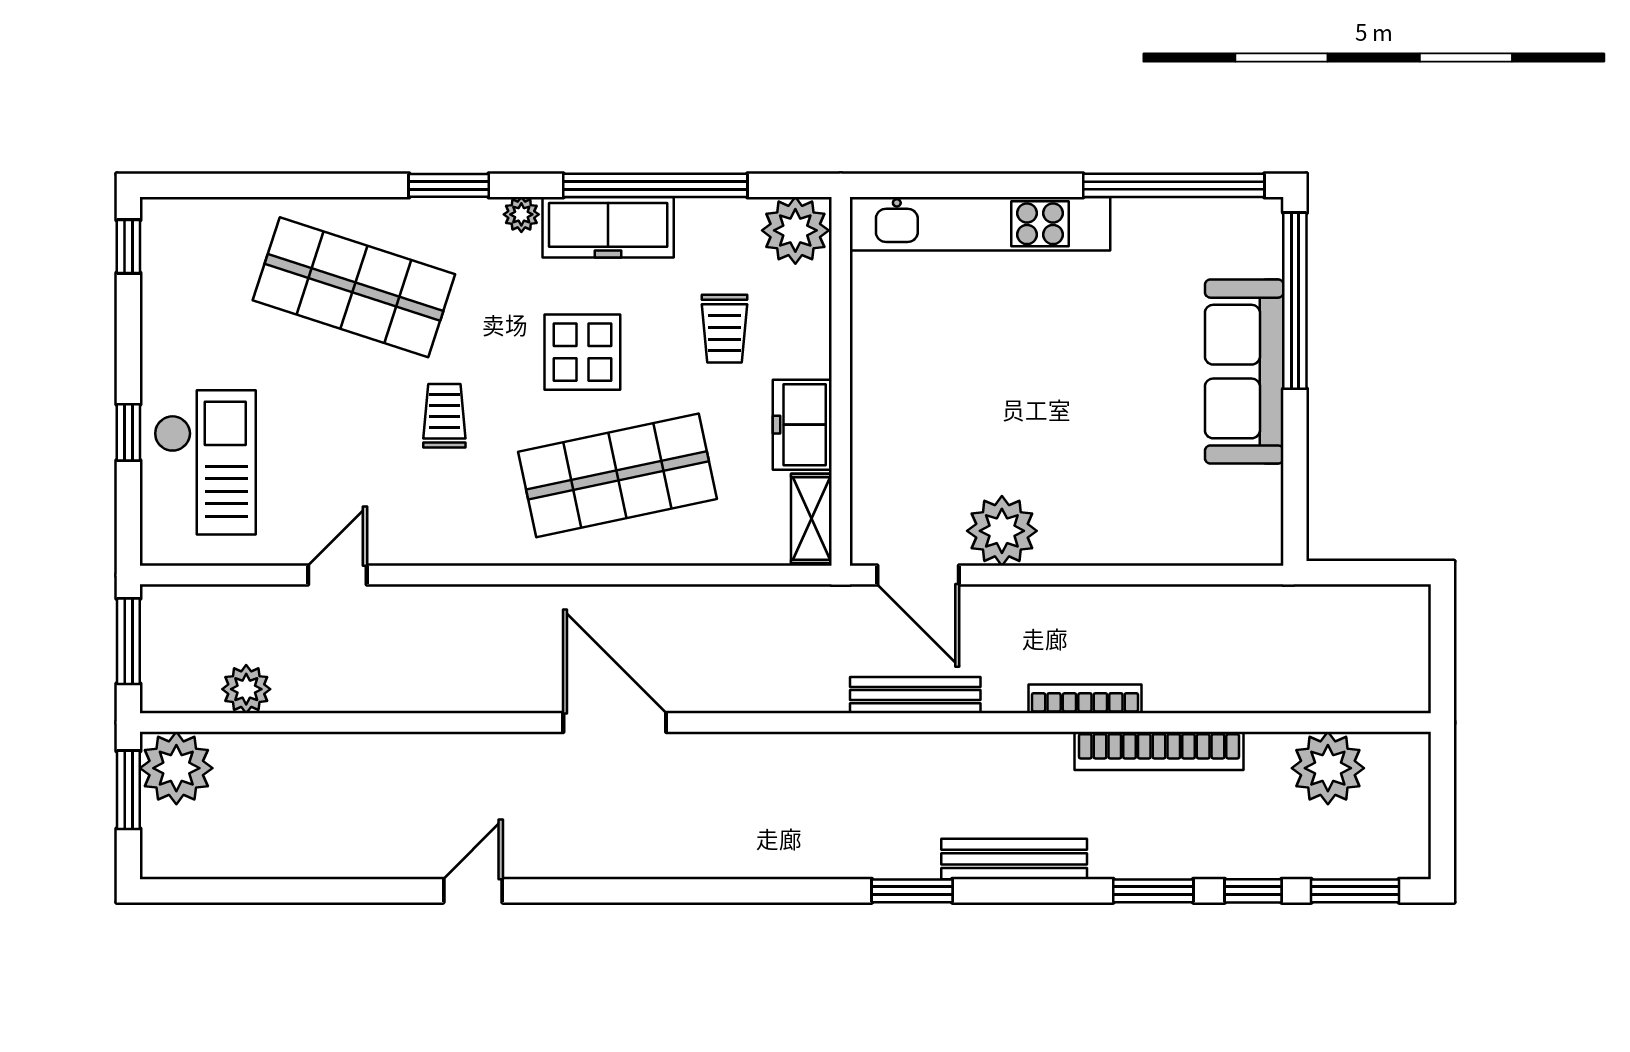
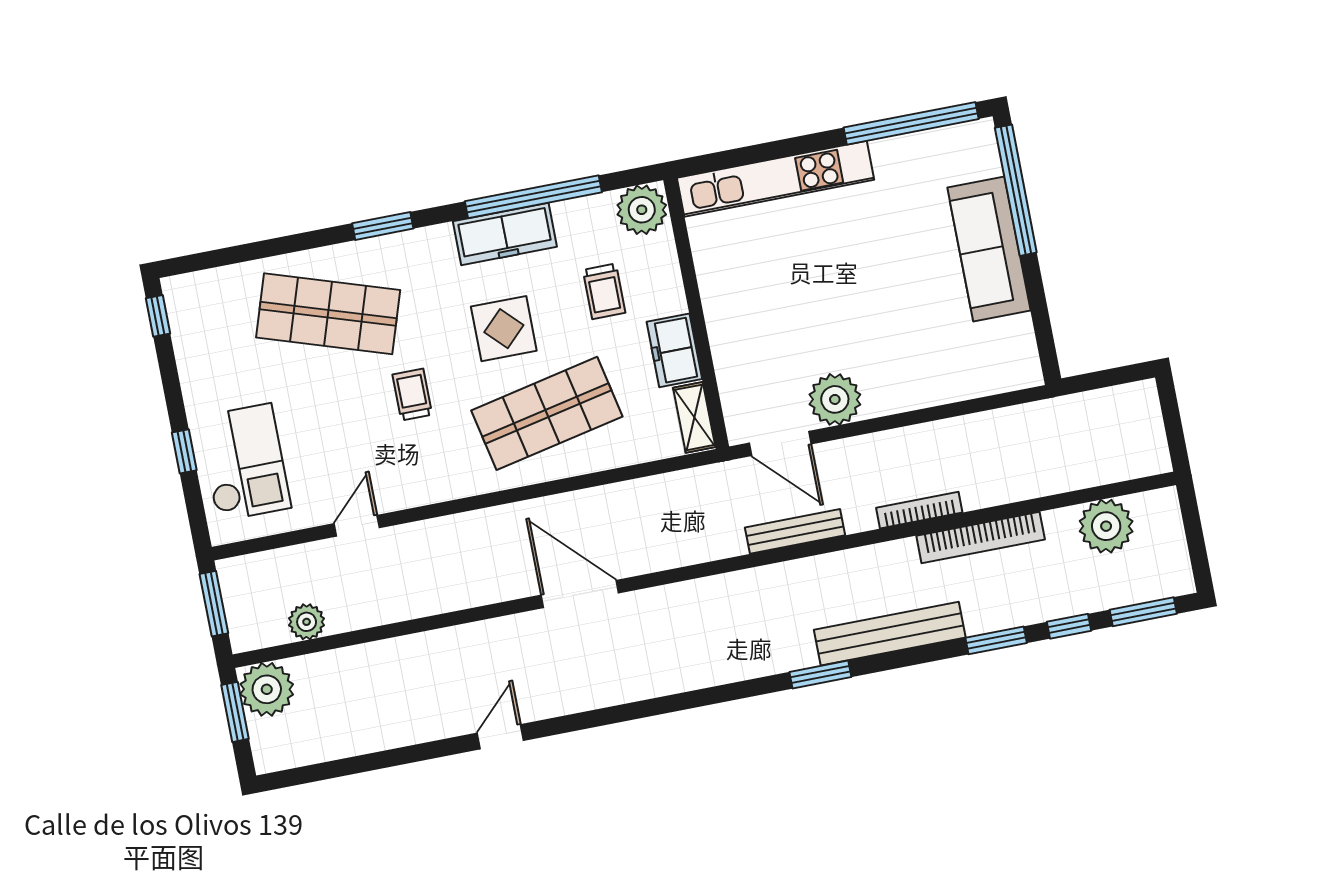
plant: (521, 214) -> (440, 237), removed
bench: (1014, 859) -> (890, 634), width x1.37, depth x1.21

